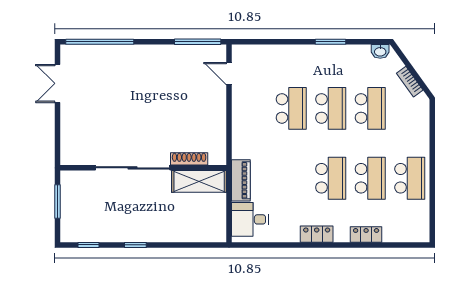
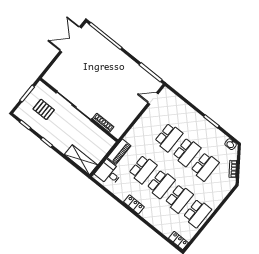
door: (229, 74) -> (153, 98), hinge flipped
double door: (57, 83) -> (71, 39), width x1.37
school desk: (291, 178) -> (143, 169), added
shelving: (199, 181) -> (81, 160), moved
pallet: (96, 205) -> (44, 109), added
locker: (366, 234) -> (178, 241), moved

